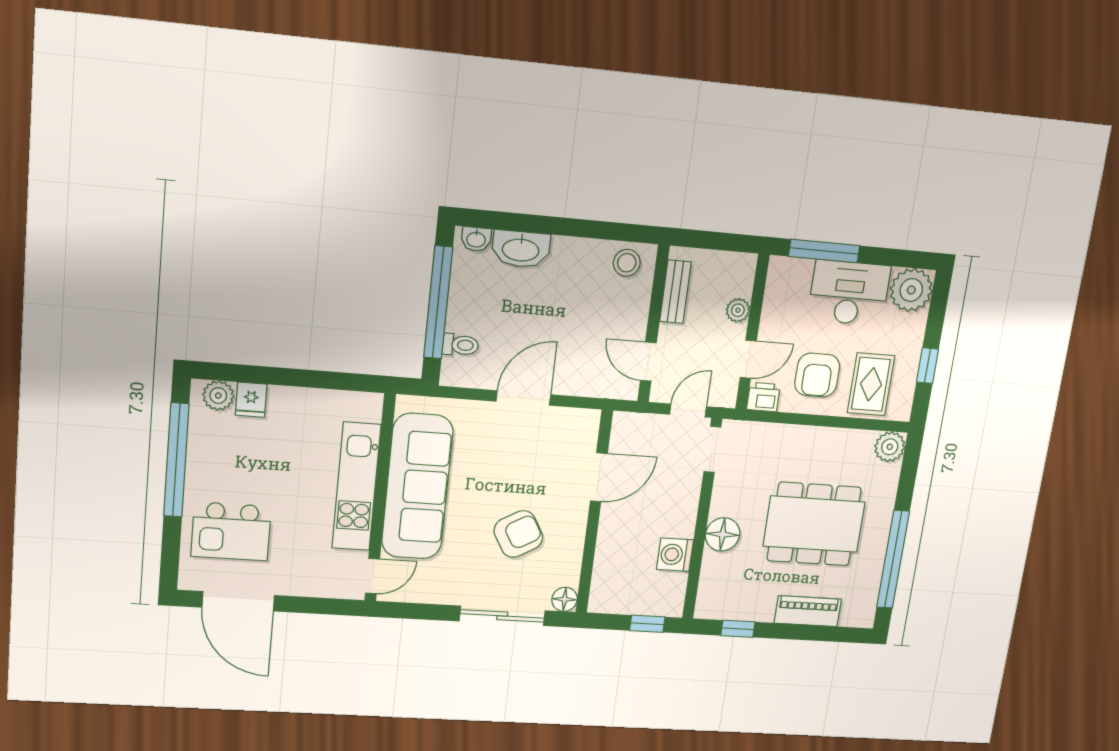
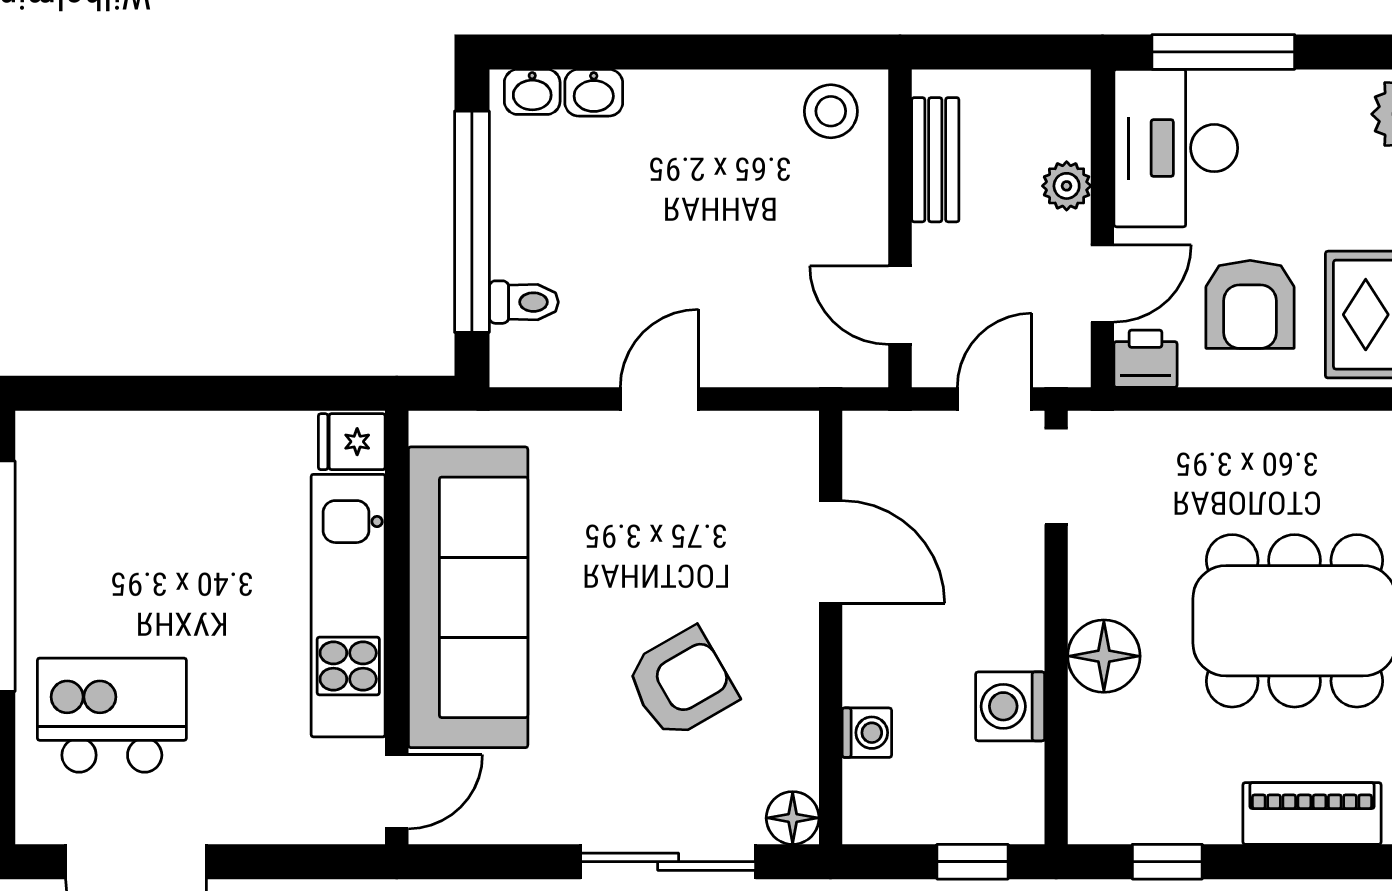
washbasin: (521, 249) -> (594, 93), width x0.52, depth x0.69
desk: (849, 293) -> (1176, 148), moved, turned -90
plant: (218, 396) -> (69, 441), removed
door: (523, 398) -> (659, 399), width x0.73
fridge: (251, 400) -> (352, 442), moved, turned 90
door: (599, 477) -> (831, 552), hinge flipped
kitchen island: (231, 531) -> (112, 715), turned 180
washing machine: (605, 562) -> (867, 733), added

